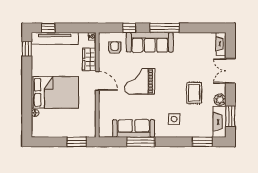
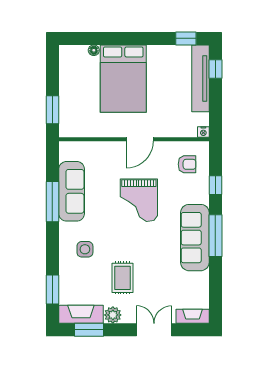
sofa: (150, 42) -> (195, 238), moved
wardrobe: (89, 59) -> (170, 128), removed
grand piano: (140, 81) -> (139, 200), turned 180
rug: (194, 93) -> (122, 278), turned 90

